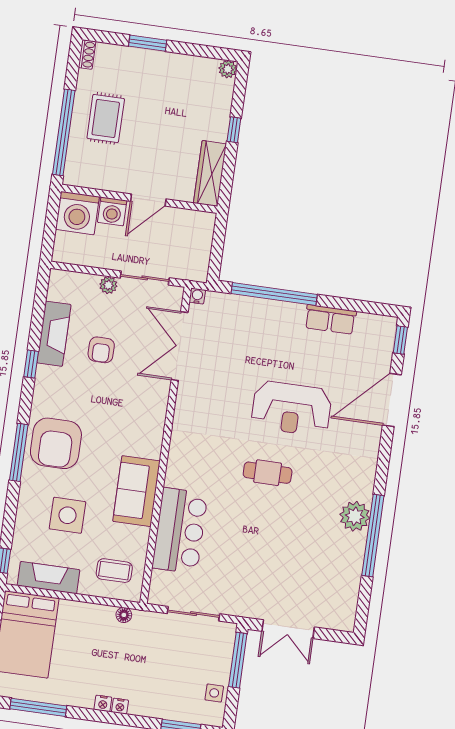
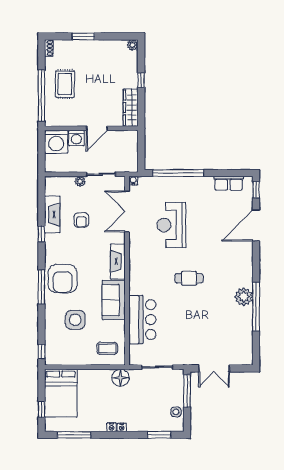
row of seats: (330, 319) -> (229, 183), moved
reception desk: (291, 408) -> (171, 225), moved, turned 90
fireplace: (49, 578) -> (118, 261), moved, turned -90
floor lamp: (124, 615) -> (121, 378), width x1.89, depth x1.89

